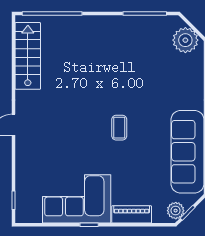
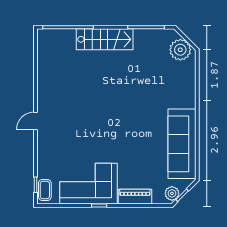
stairs: (28, 56) -> (105, 39), moved, turned 90
coffee table: (119, 128) -> (45, 190), moved

